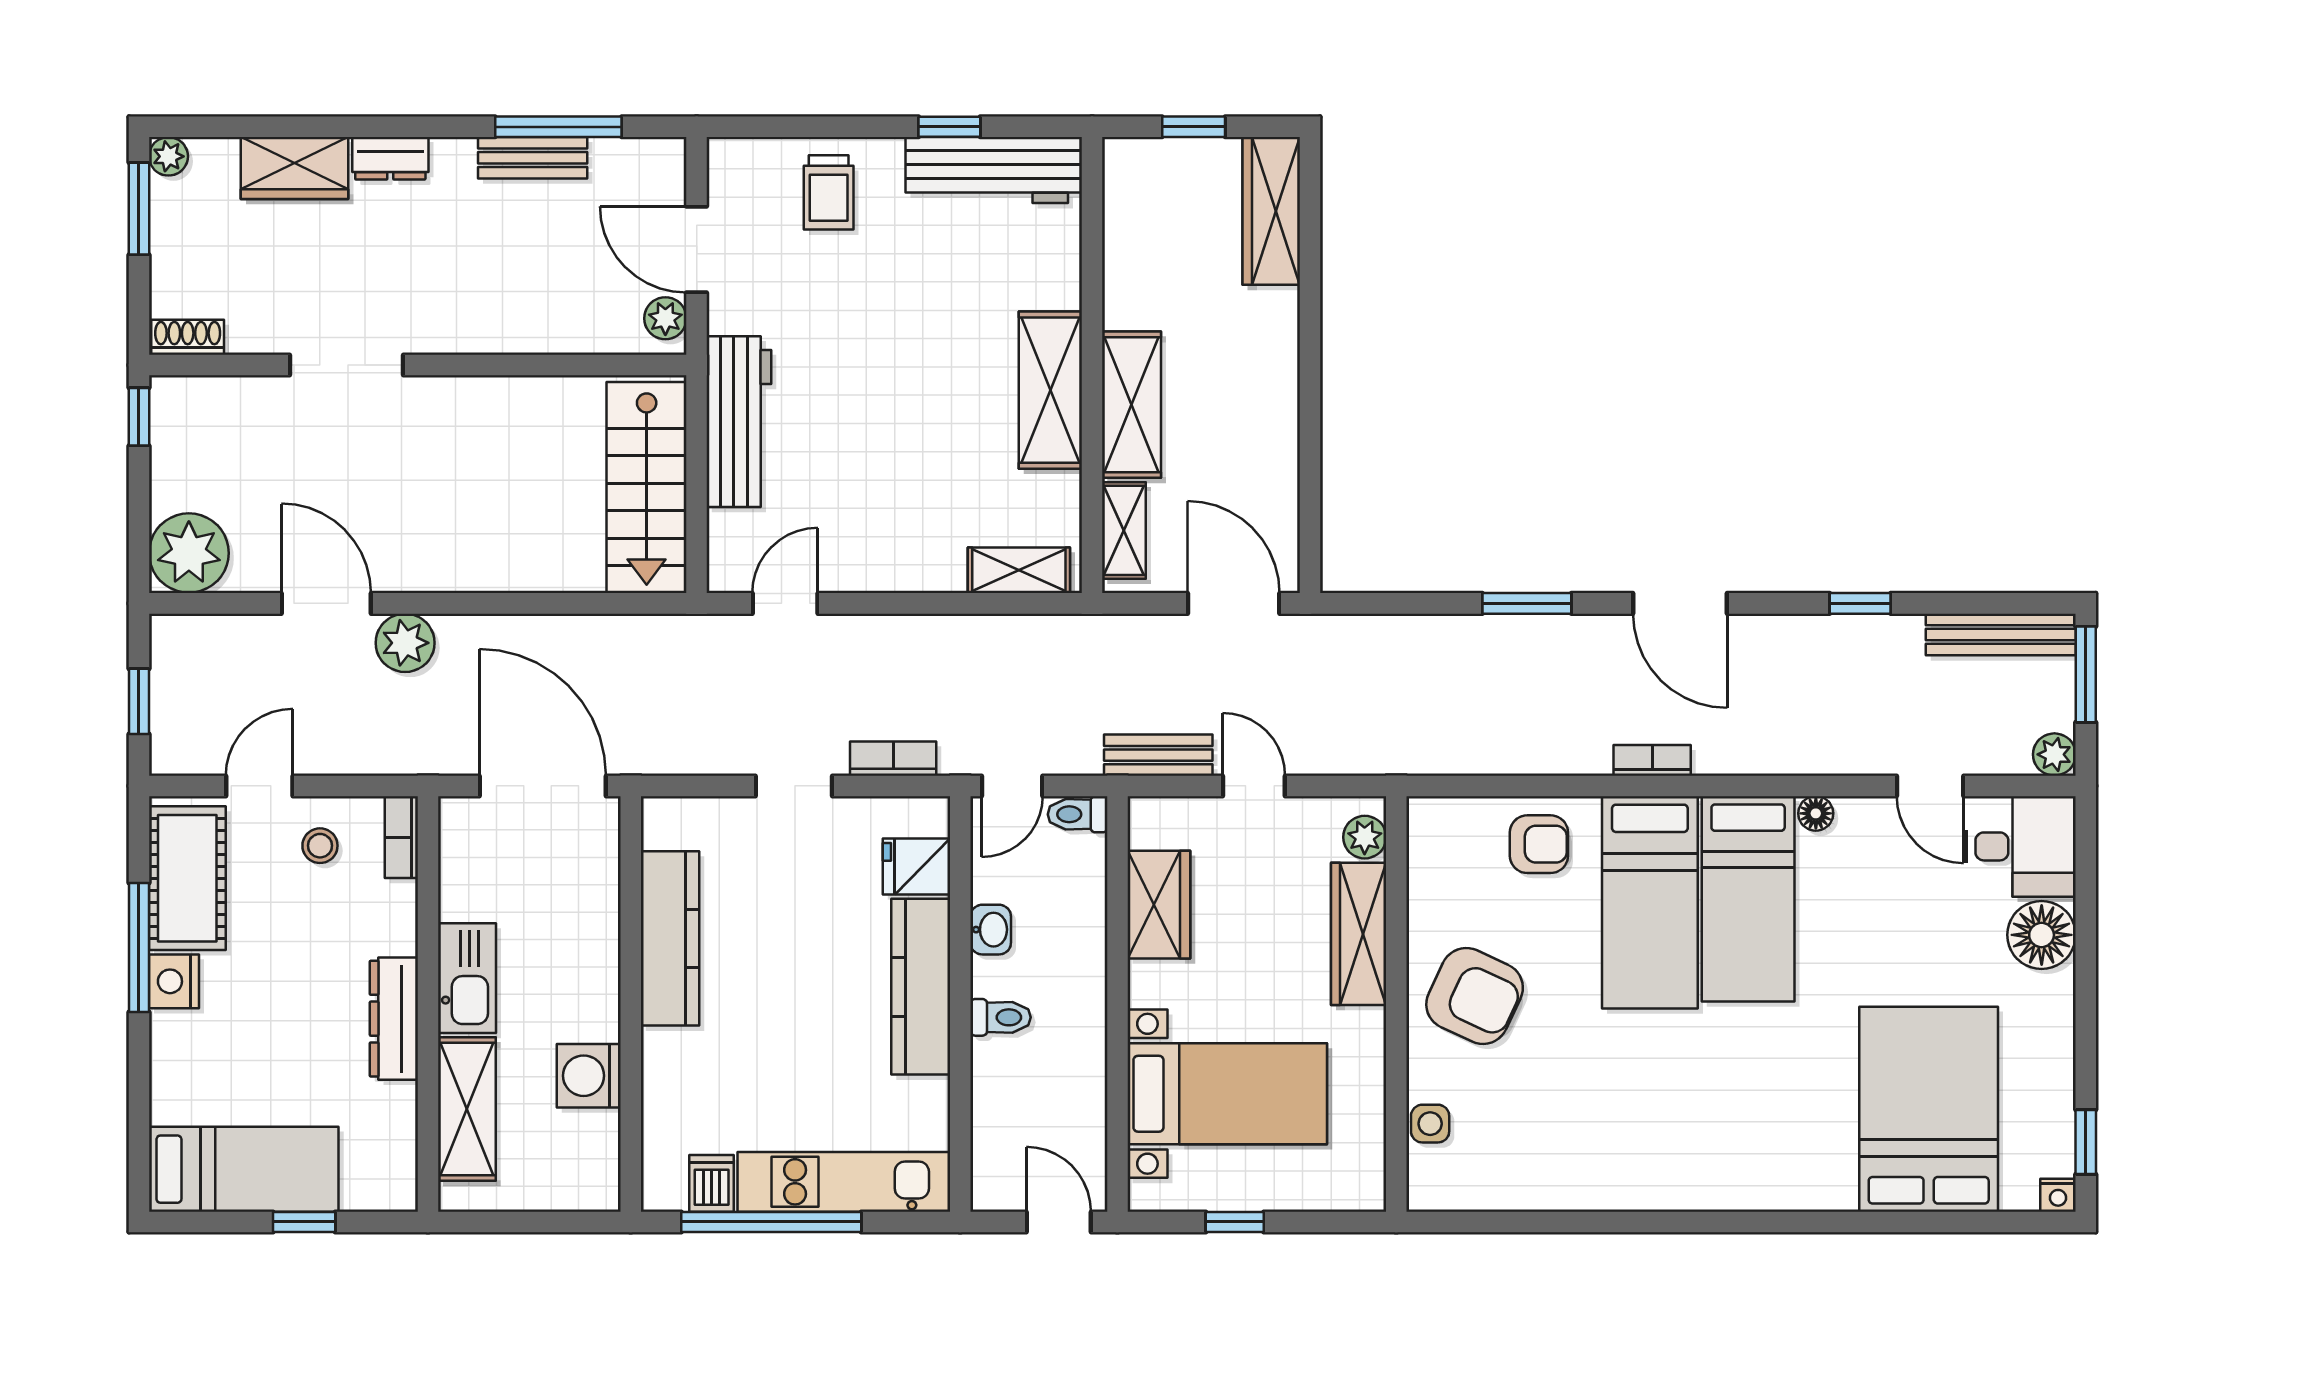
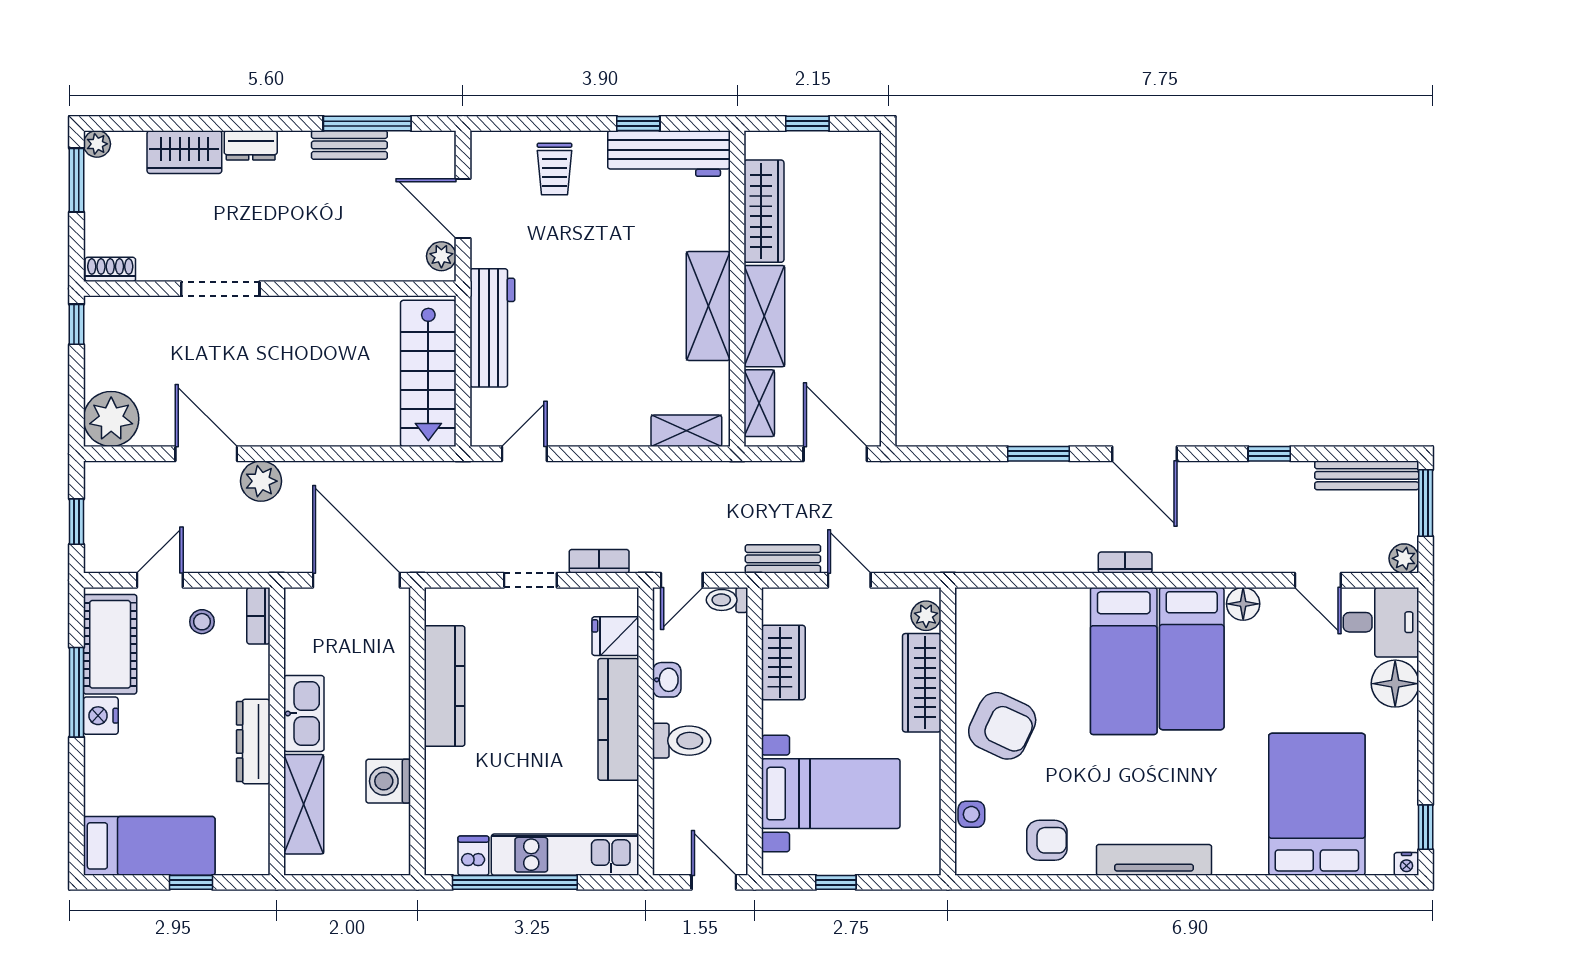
wardrobe: (1271, 211) -> (764, 211), moved, turned 180
floor lamp: (1816, 813) -> (1243, 604), width x1.37, depth x1.37
armchair: (1539, 844) -> (1047, 840), moved
toilet: (1000, 1017) -> (682, 741), width x1.37, depth x1.39
tv unit: (1694, 1189) -> (1154, 860), added

